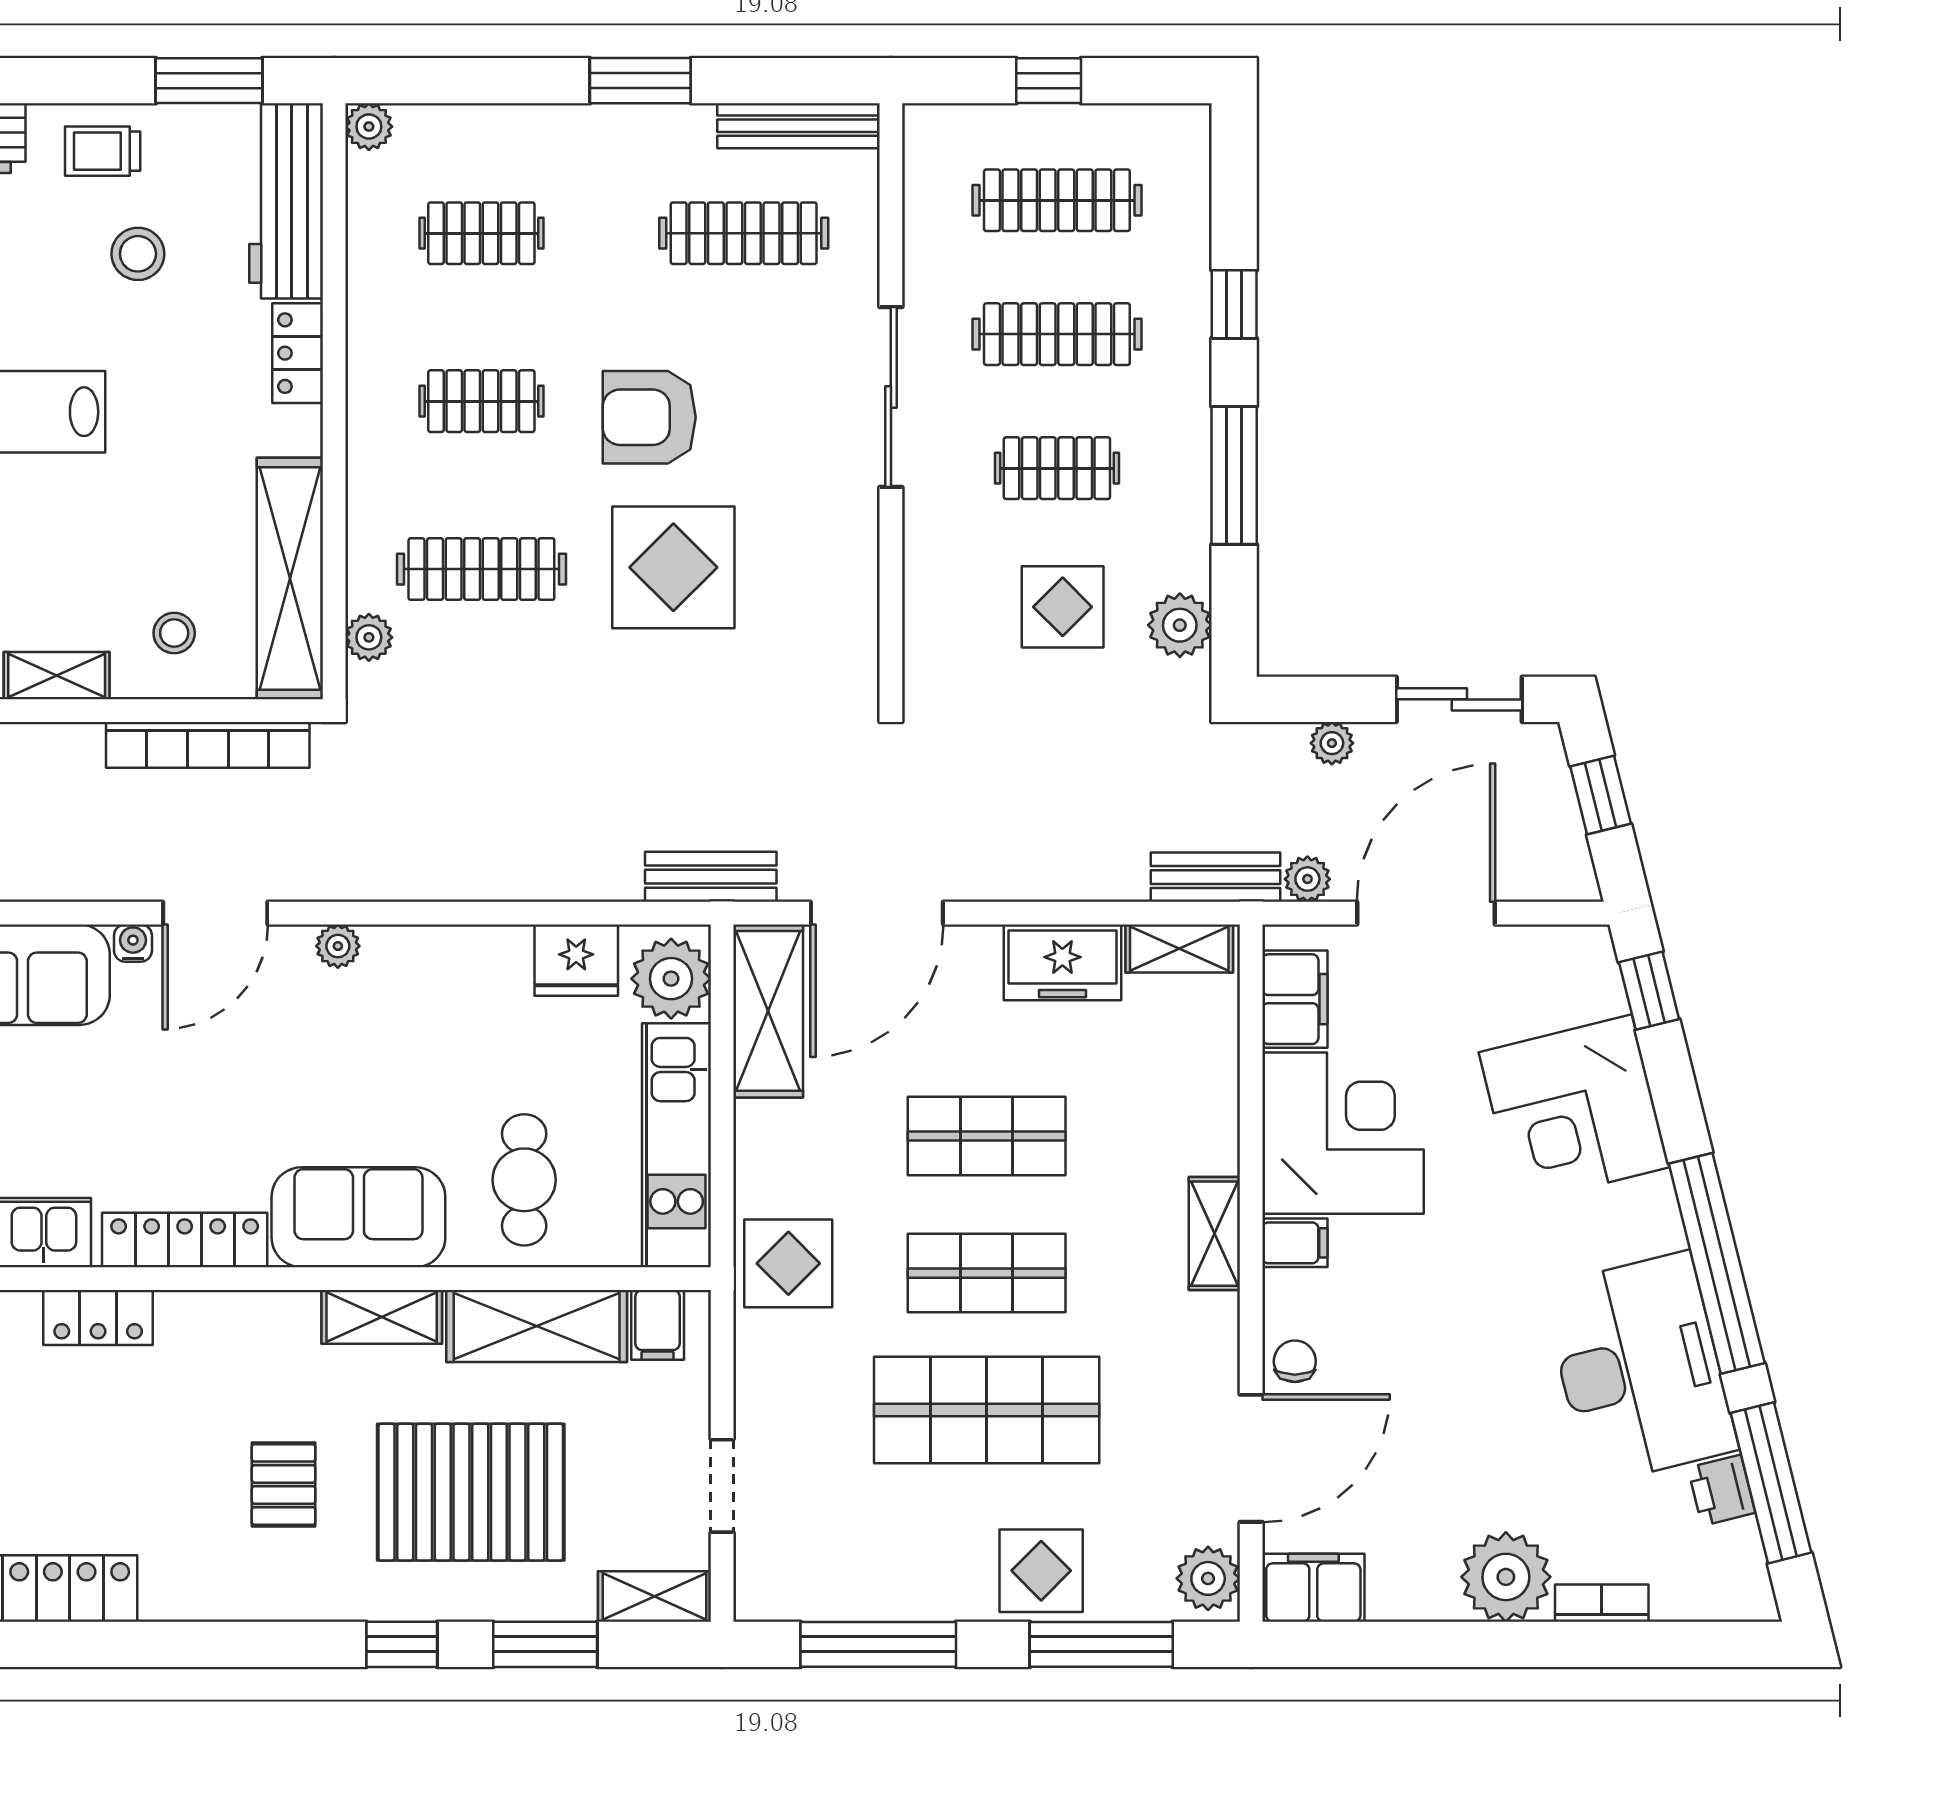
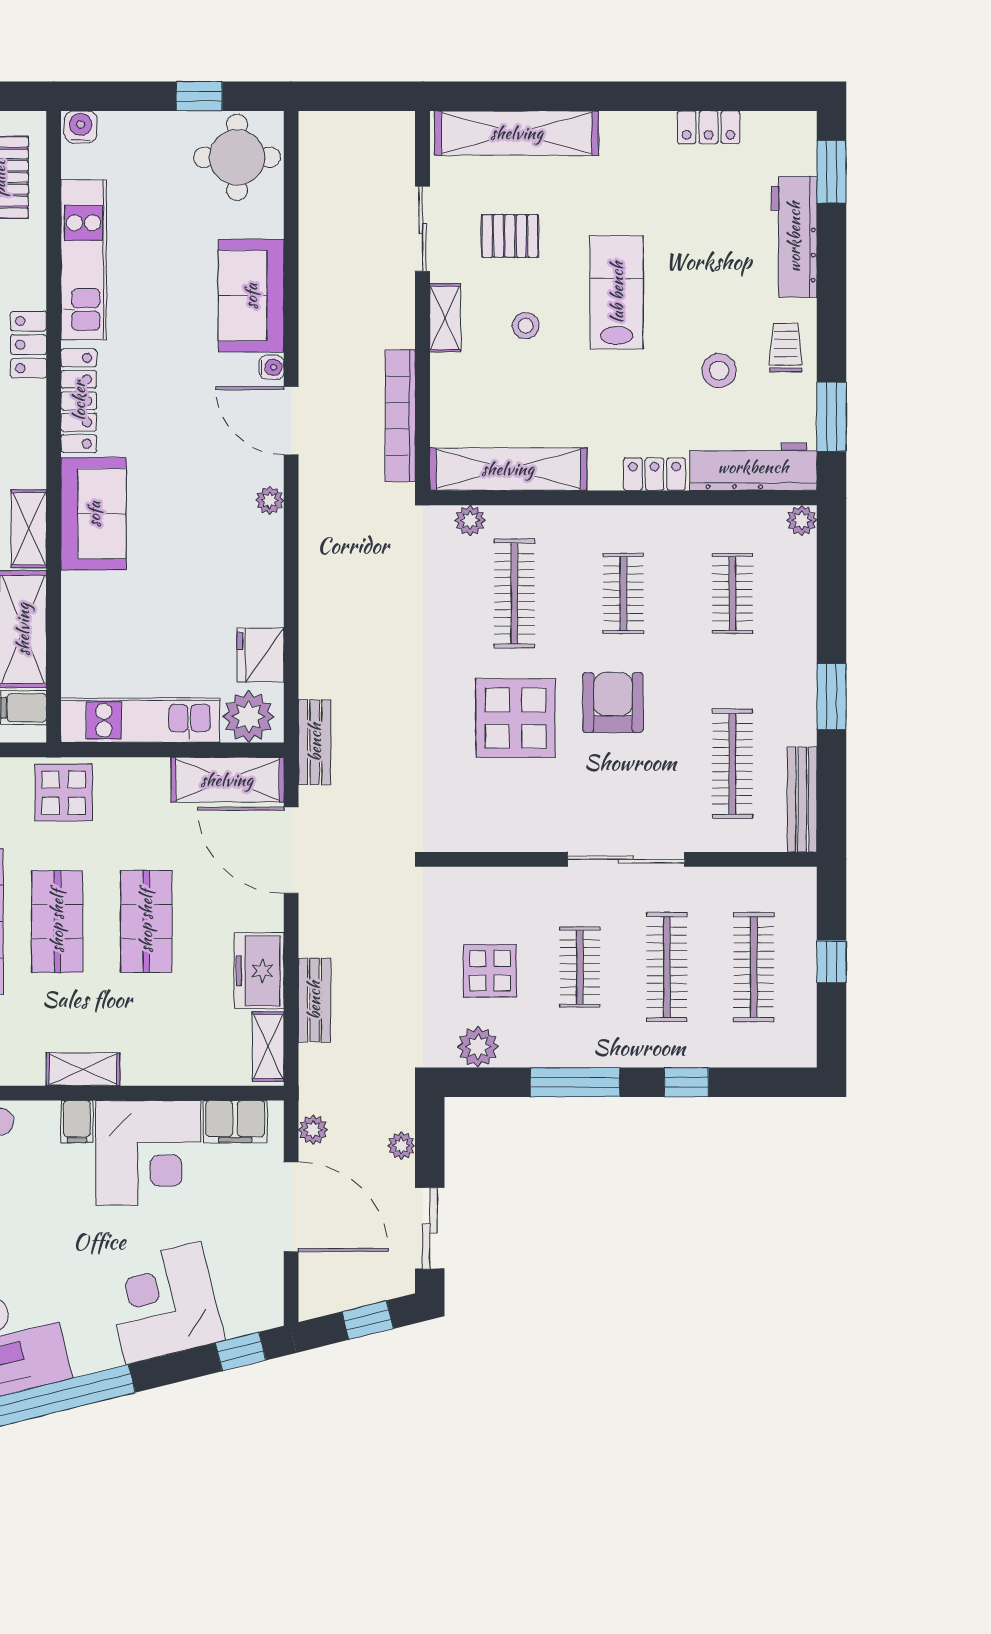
stool: (174, 633) -> (526, 326), moved
bench: (1216, 877) -> (314, 1000), moved
cafe table: (524, 1180) -> (118, 621), removed

